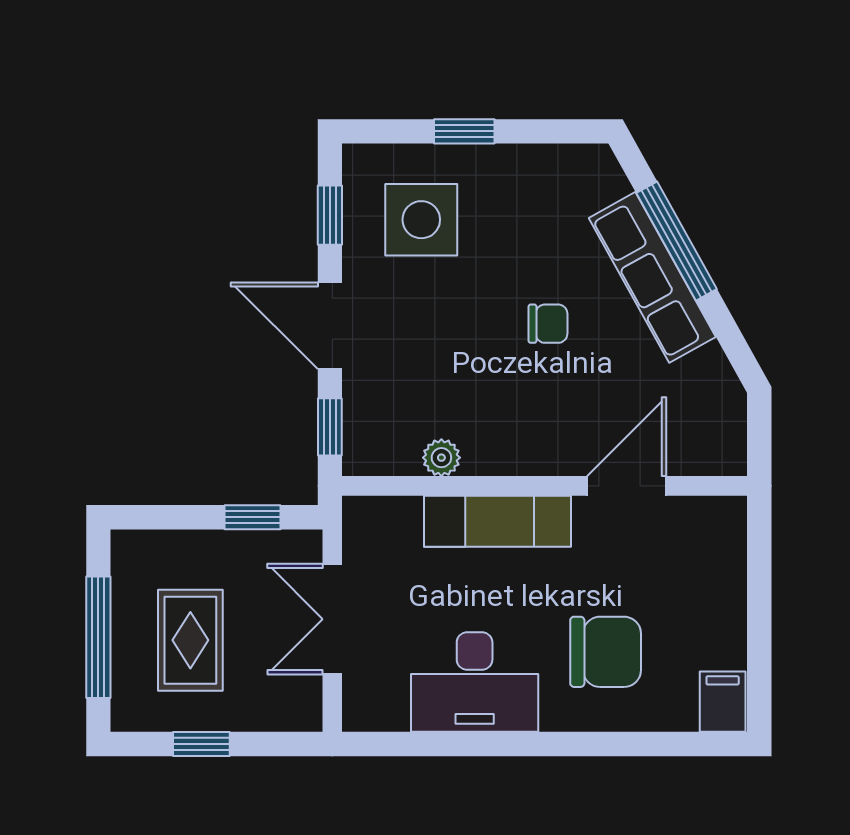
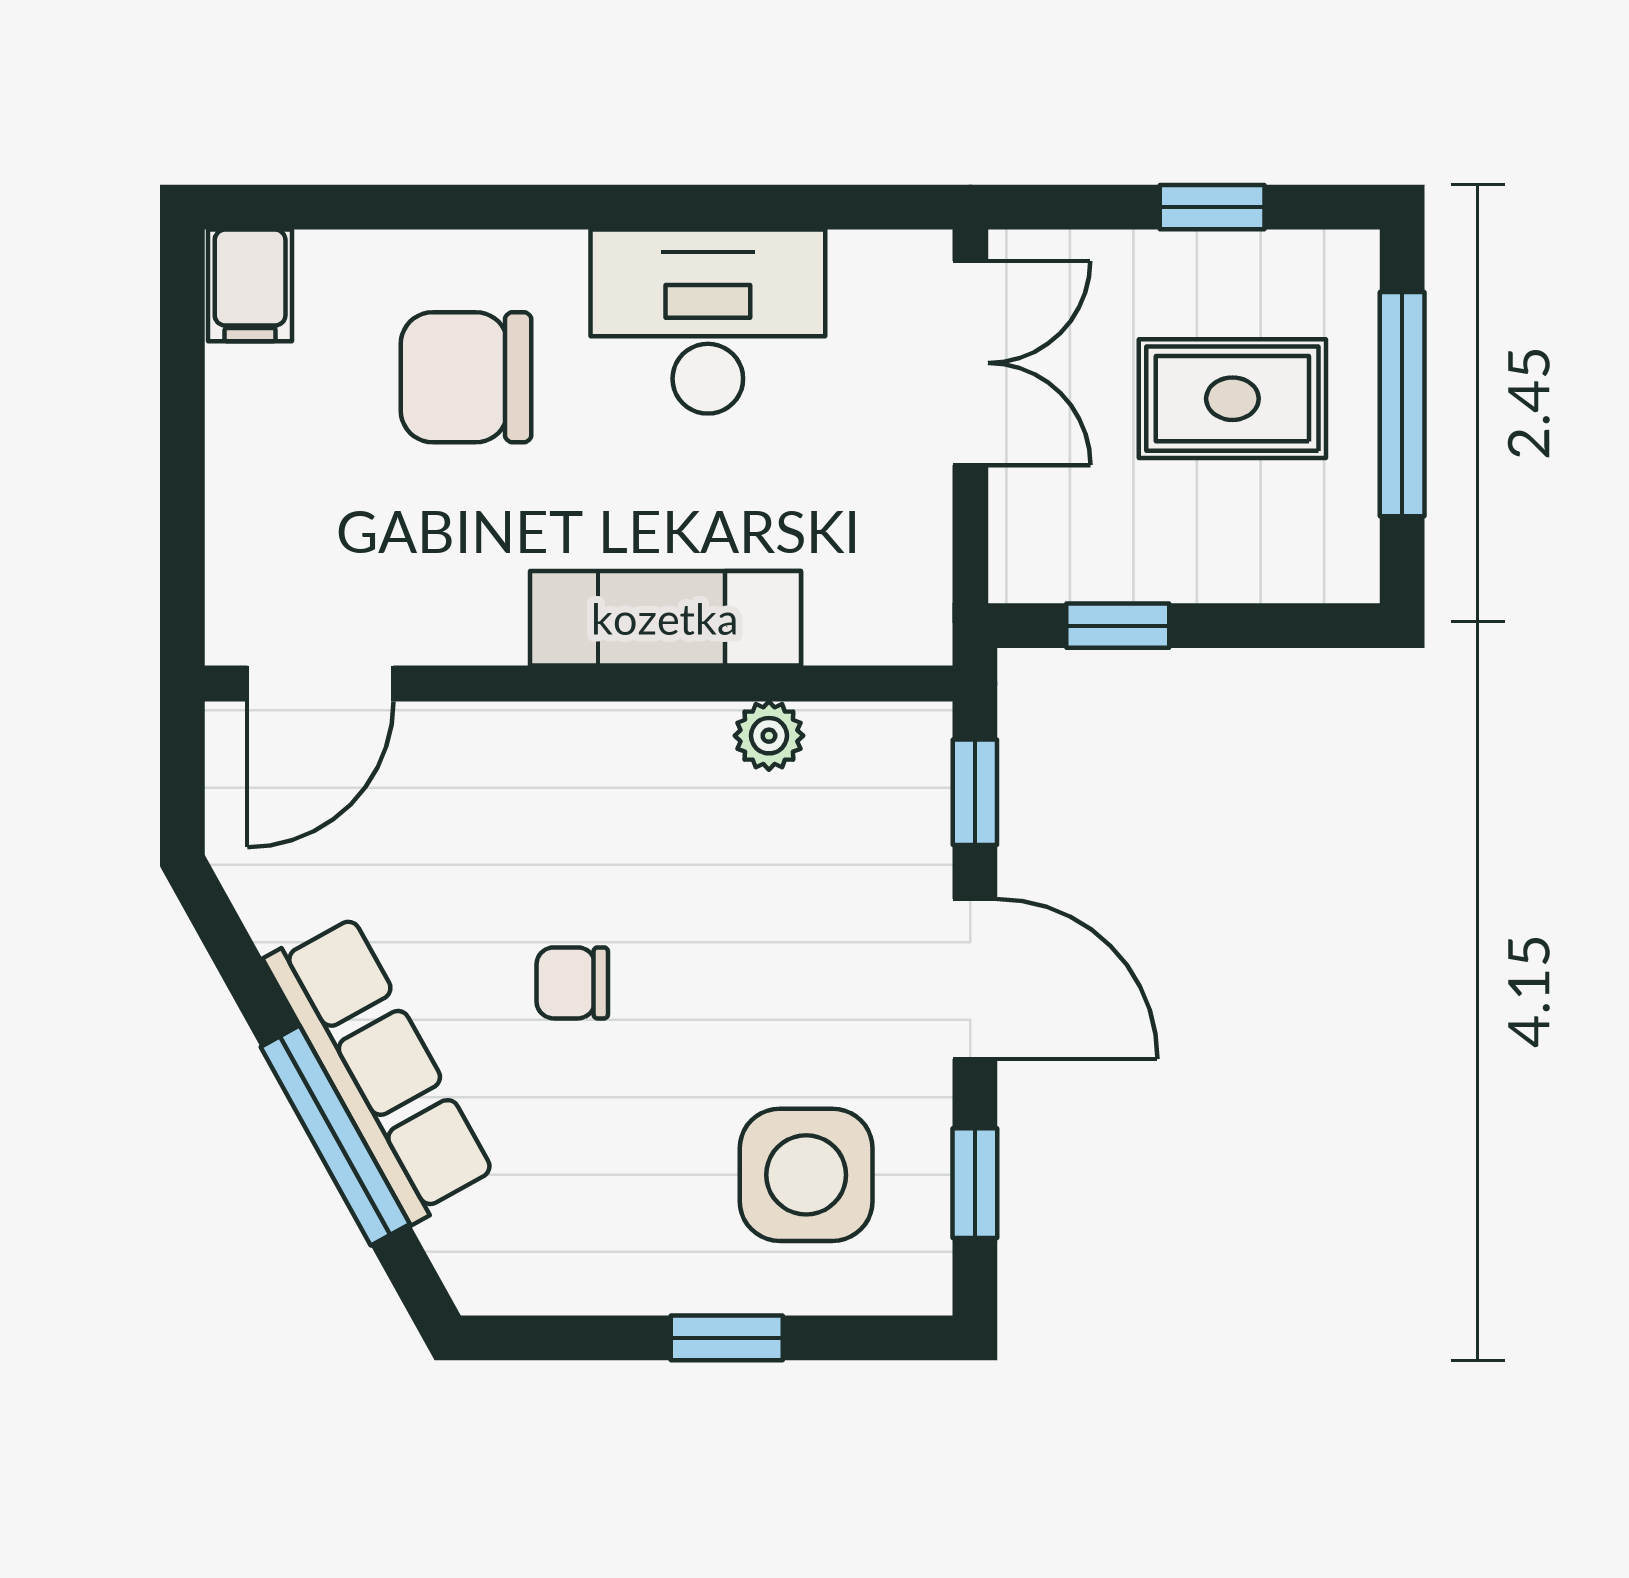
door: (627, 486) -> (320, 684), moved
double door: (332, 619) -> (970, 363), moved
rug: (190, 640) -> (1232, 399), turned 90

